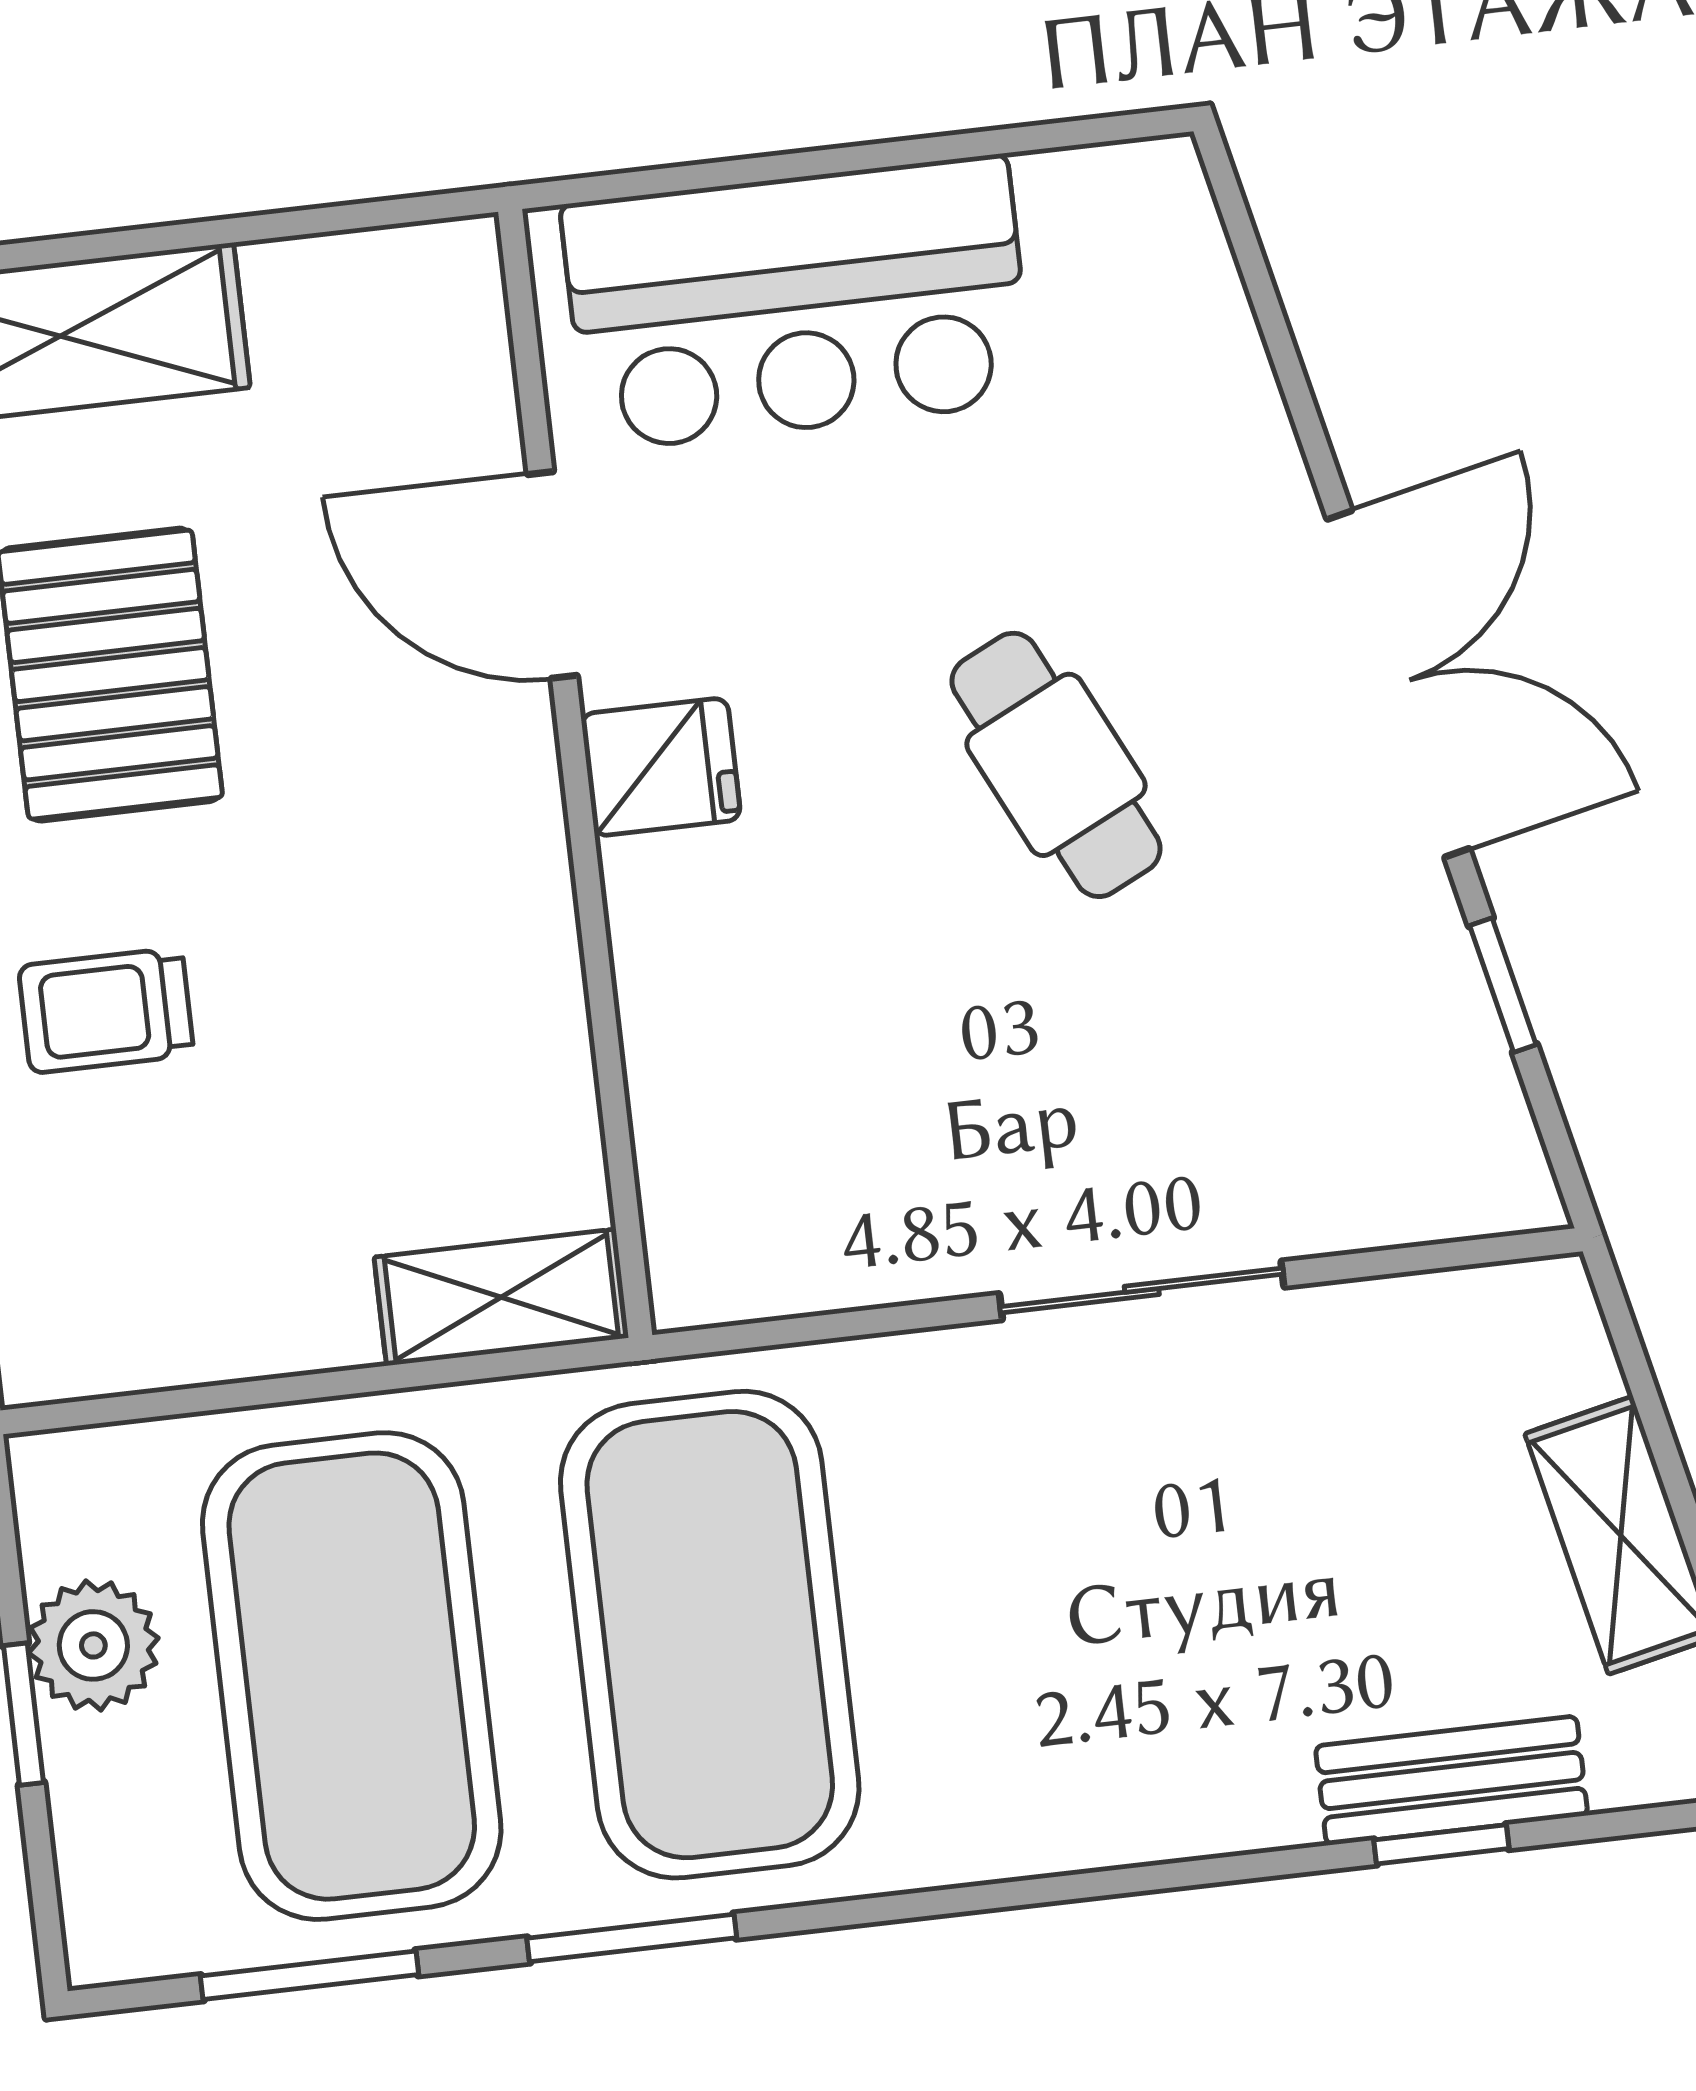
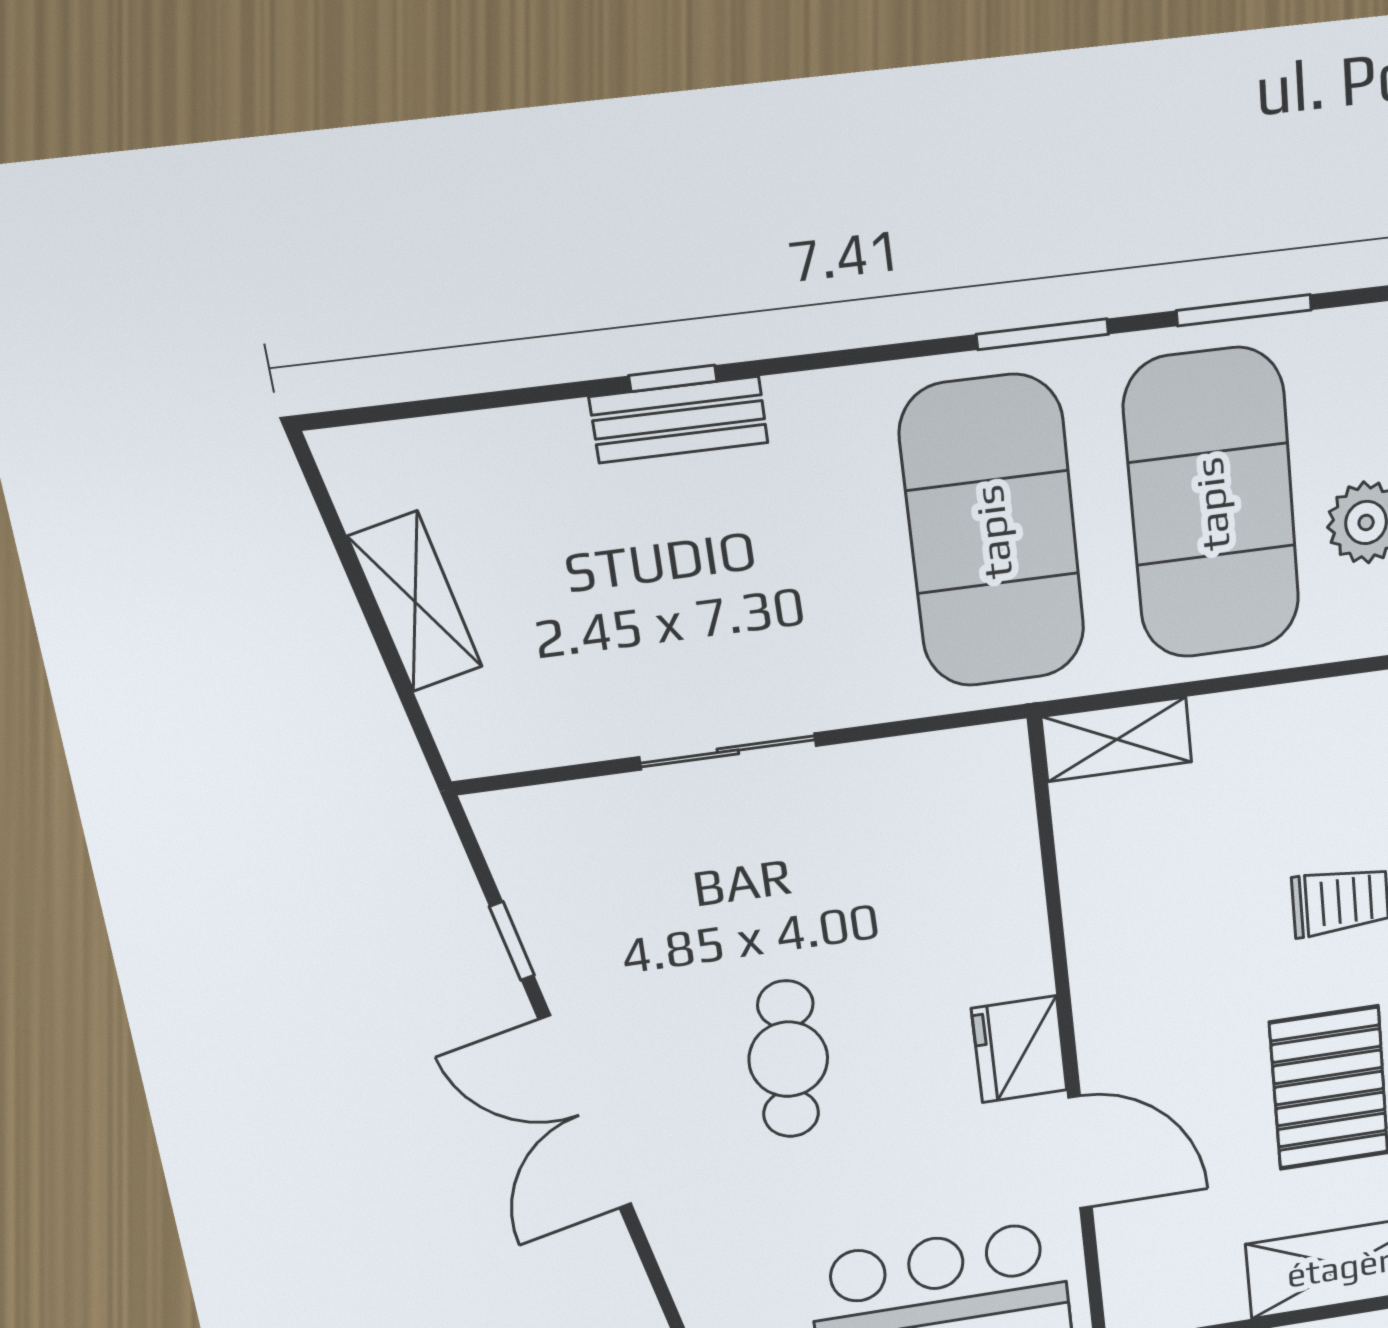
cafe table: (1056, 765) -> (788, 1059), turned 31
fridge: (661, 767) -> (1019, 1049), width x1.38
bench: (1452, 1781) -> (679, 420), moved
window: (1441, 1844) -> (673, 378), moved

